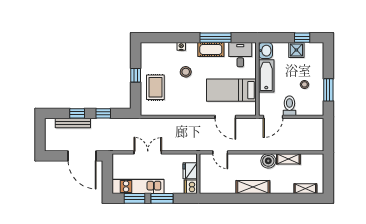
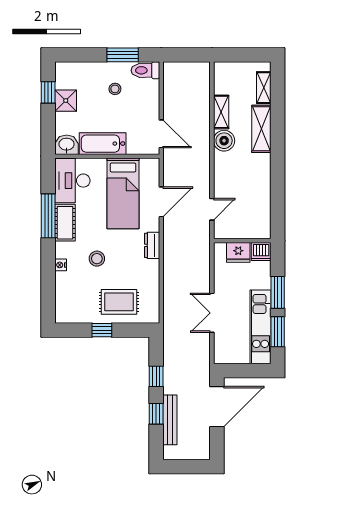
desk: (240, 55) -> (72, 181), width x1.37
toilet: (289, 106) -> (145, 70), moved
dresser: (195, 110) -> (152, 245), added
shelving: (253, 187) -> (261, 129), moved

